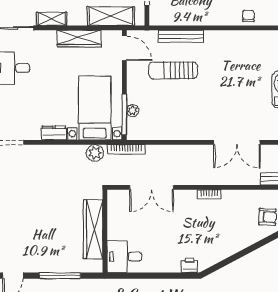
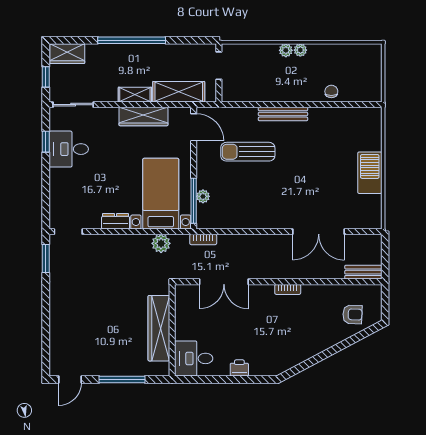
shelving: (52, 19) -> (135, 95), moved
bench: (181, 36) -> (283, 114), moved
bookcase: (126, 149) -> (203, 239), width x0.64
printer: (189, 265) -> (239, 368), moved

